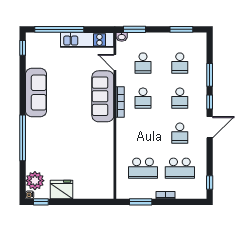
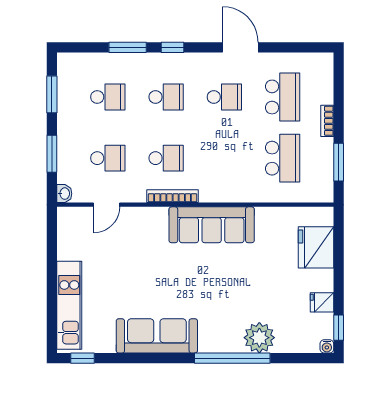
window: (59, 29) -> (52, 297), removed
window: (134, 29) -> (52, 154), moved
kitchen unit: (87, 40) -> (69, 305), moved
sofa: (103, 96) -> (212, 225), moved
door: (210, 127) -> (240, 47), moved
plant: (35, 181) -> (259, 338), moved
window: (210, 182) -> (306, 47), removed
fridge: (89, 188) -> (316, 247), added
fridge: (61, 190) -> (322, 302), width x0.53, depth x0.75

